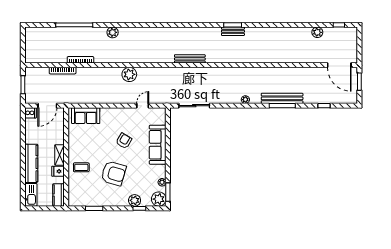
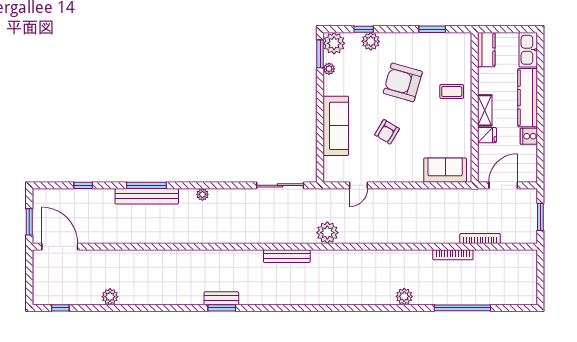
plant: (317, 32) -> (110, 297), moved
plant: (129, 74) -> (327, 233), moved
cooker: (30, 113) -> (529, 136), moved
fridge: (58, 171) -> (487, 135), moved

